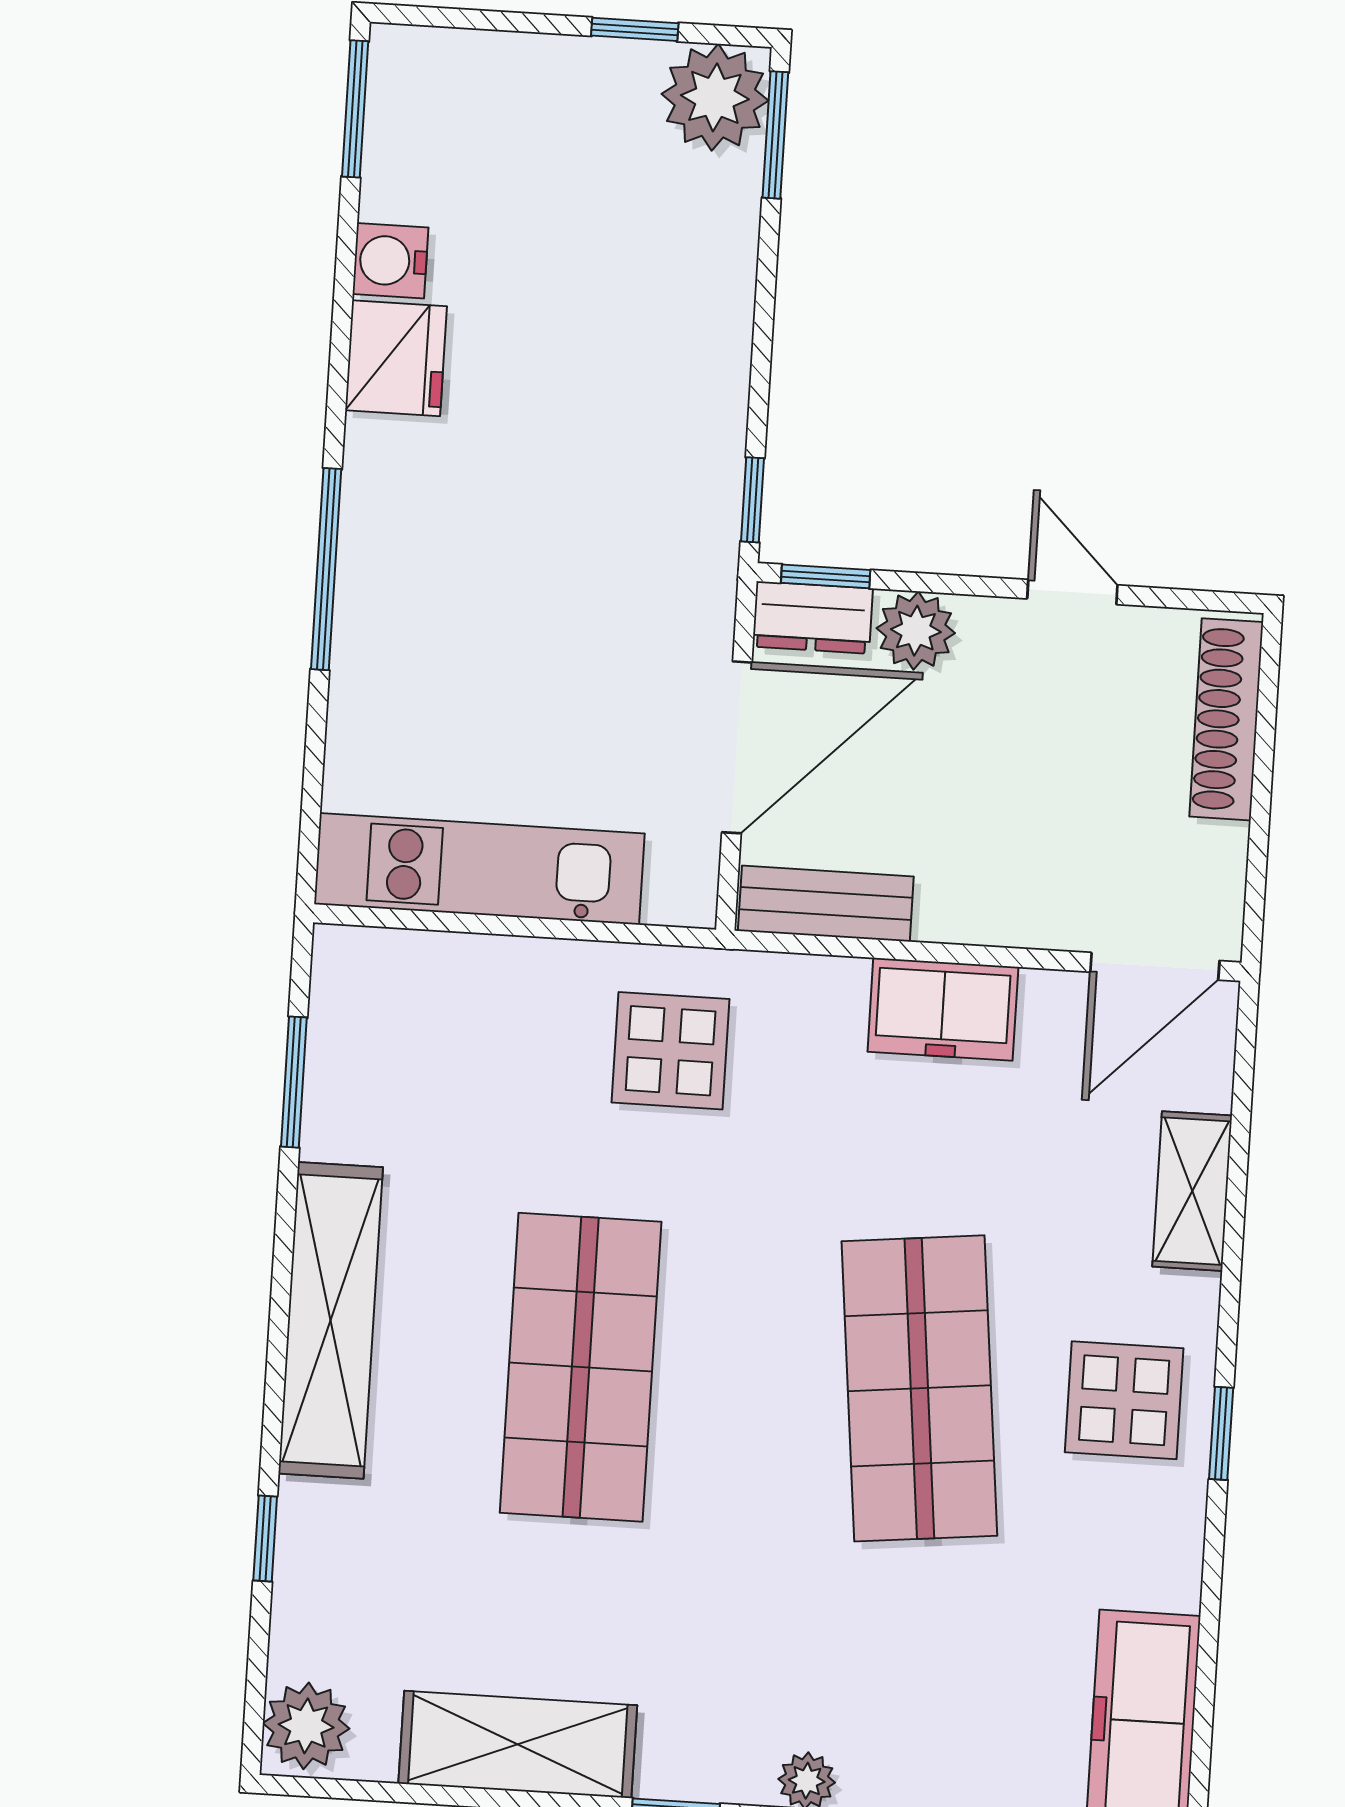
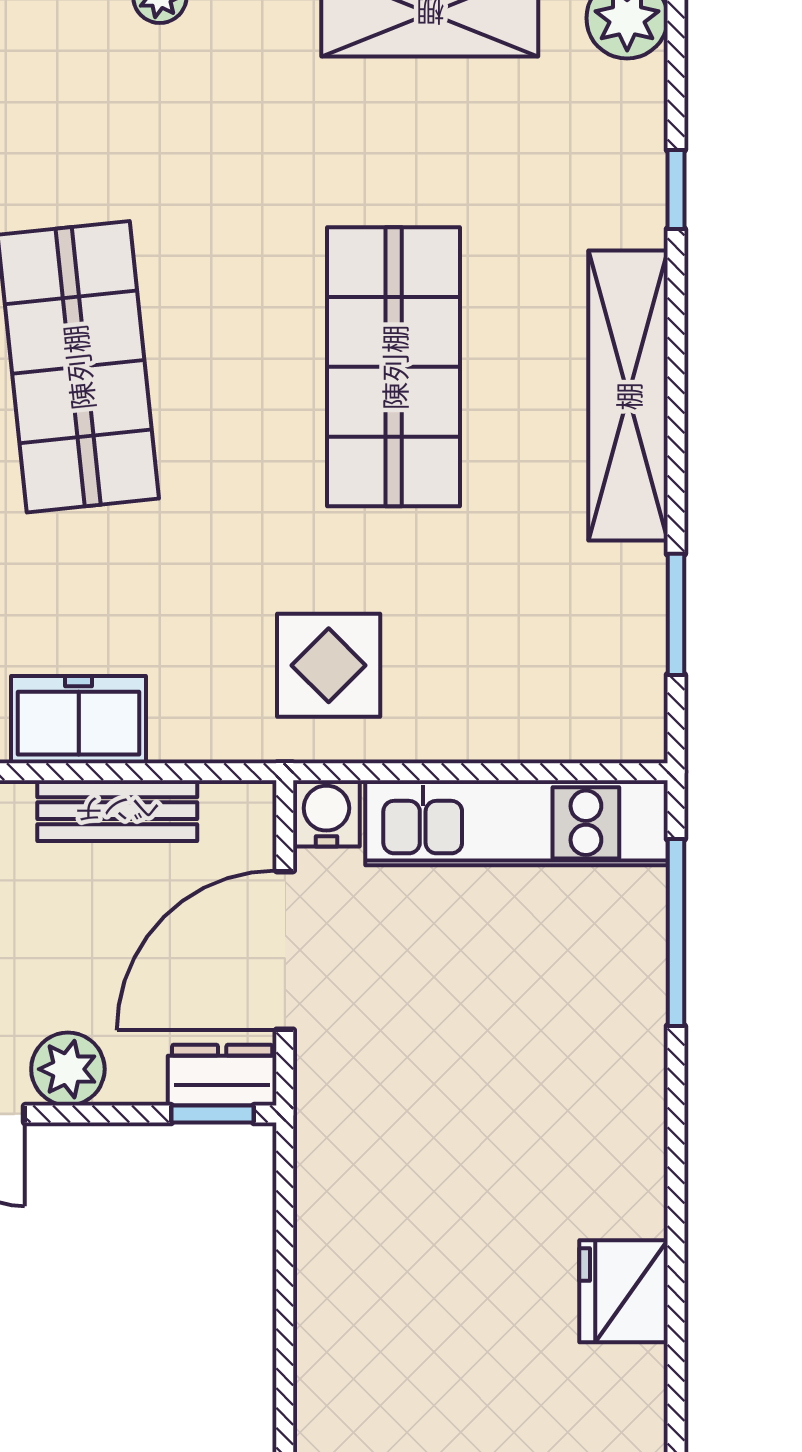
water cooler: (390, 261) -> (326, 813), moved, turned -90
window: (752, 500) -> (285, 1181), removed
window: (326, 569) -> (676, 933), moved
plant: (916, 631) -> (68, 1069), moved
bench: (826, 904) -> (117, 811), moved

